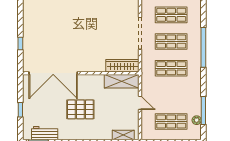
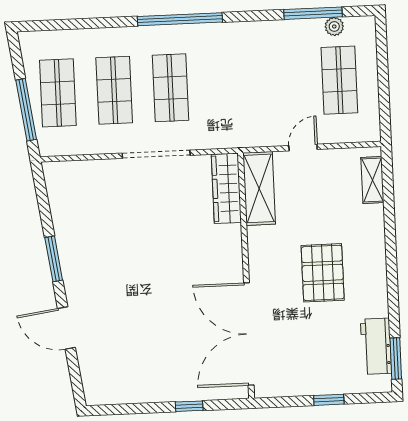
shop shelf: (171, 68) -> (227, 85), removed
double door: (53, 73) -> (249, 334), swing flipped

